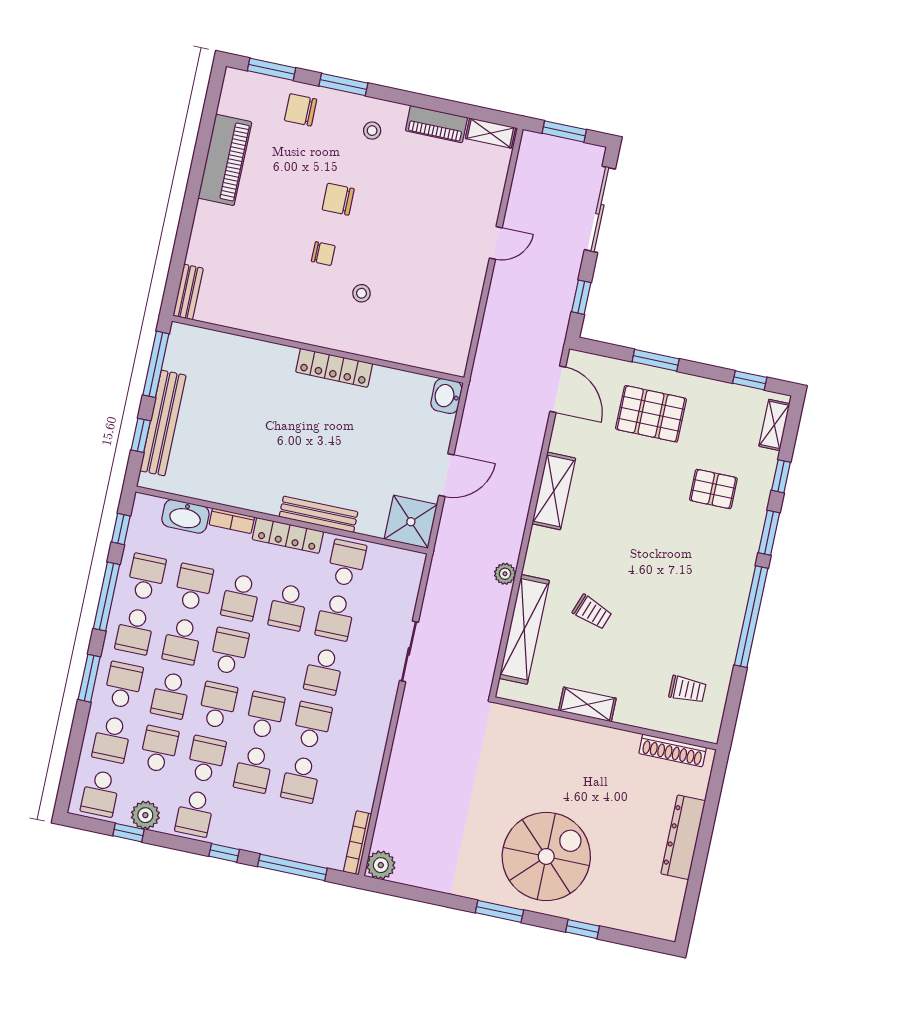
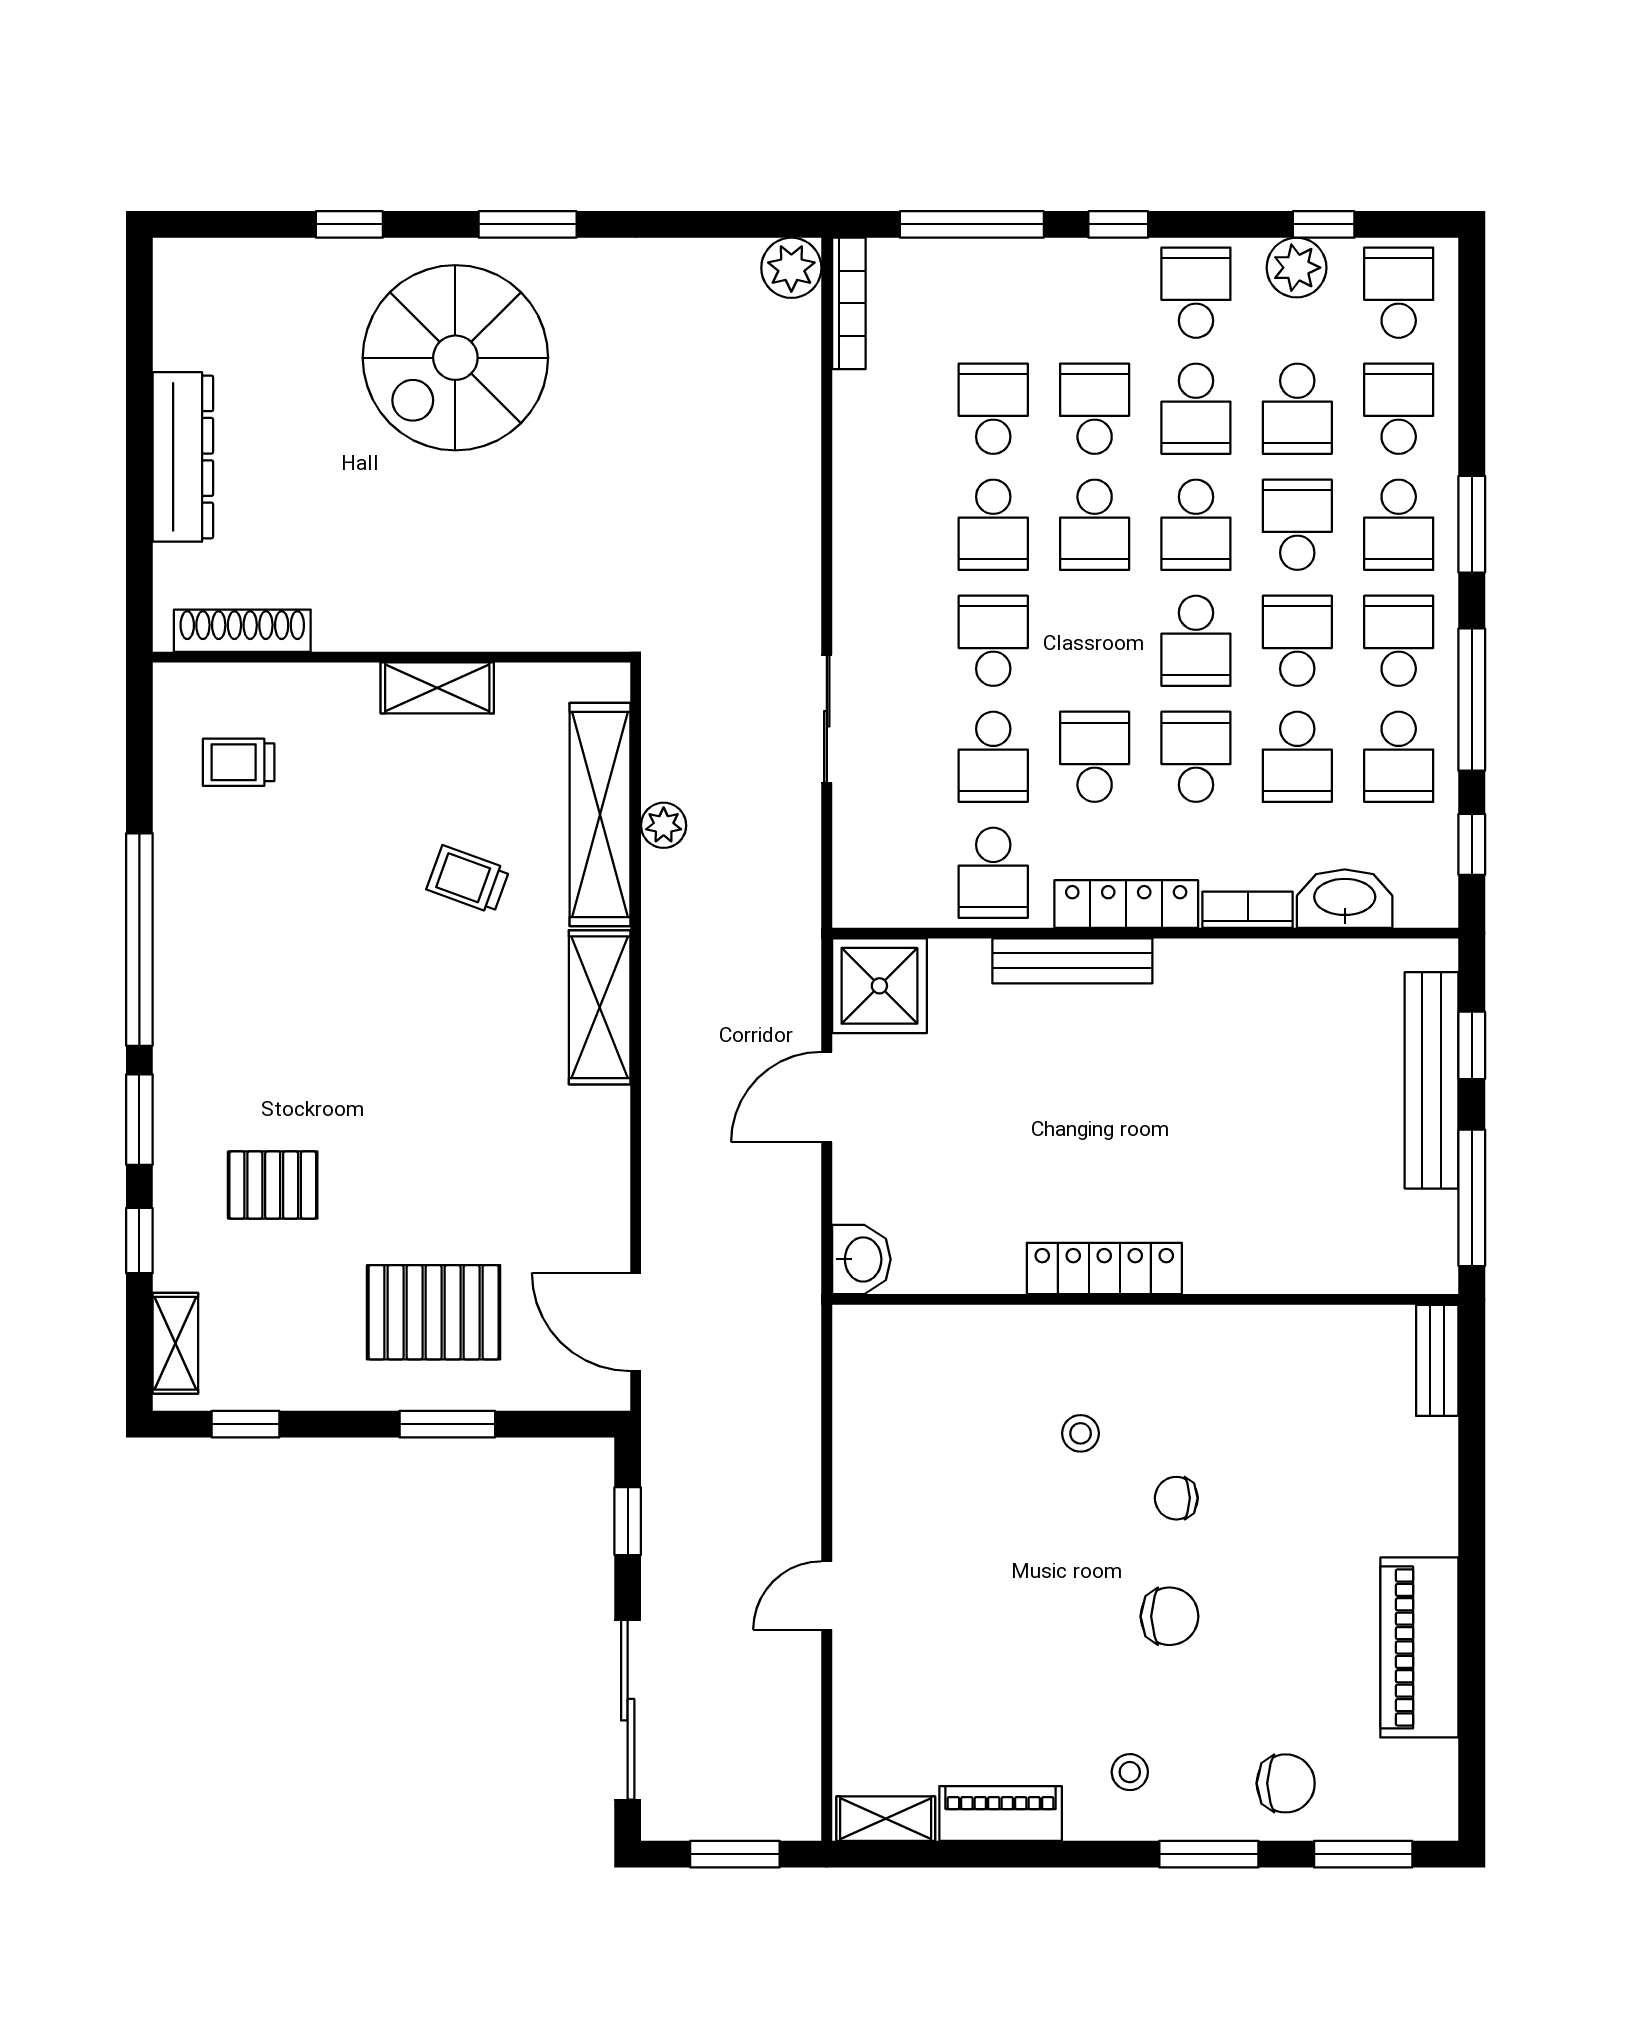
shelving: (554, 491) -> (600, 1007), moved
plant: (505, 574) -> (664, 825), moved
school desk: (335, 617) -> (993, 757), turned 180

